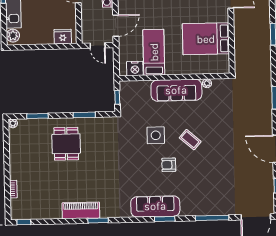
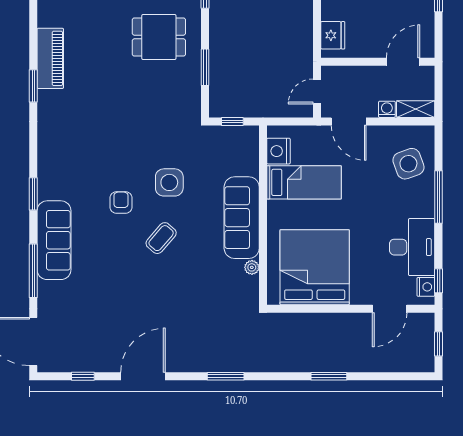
bed: (206, 39) -> (315, 267), width x1.36
sofa: (155, 206) -> (54, 240), moved

